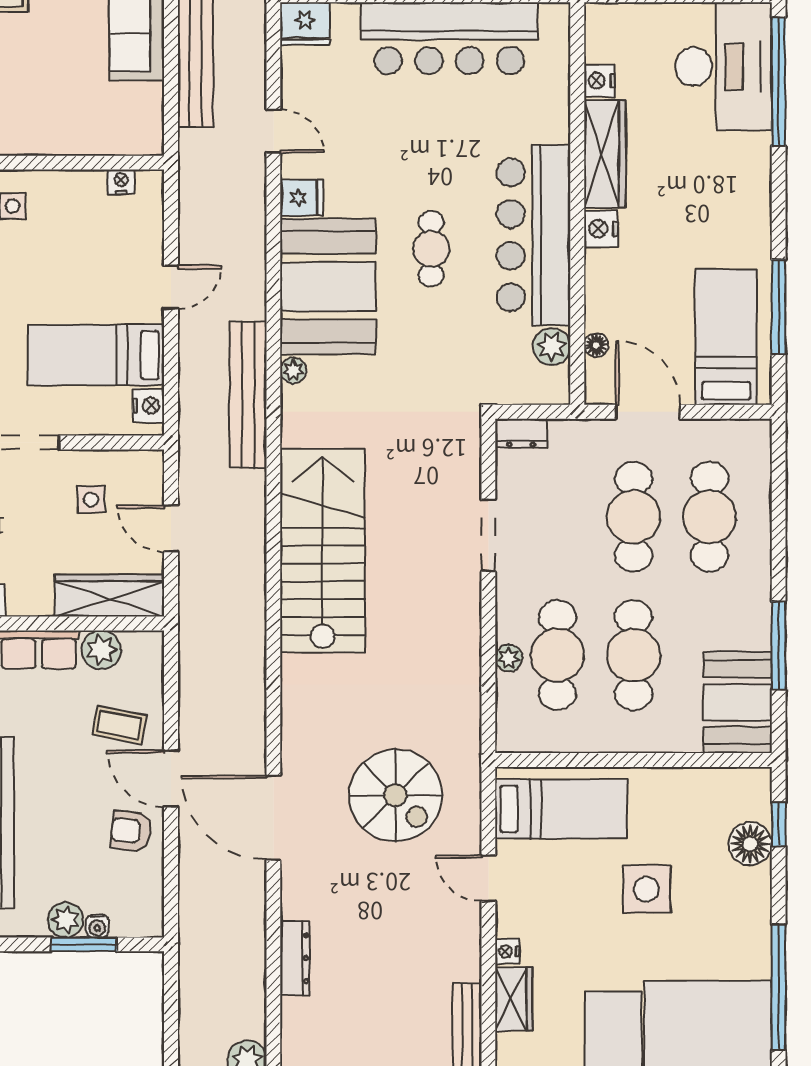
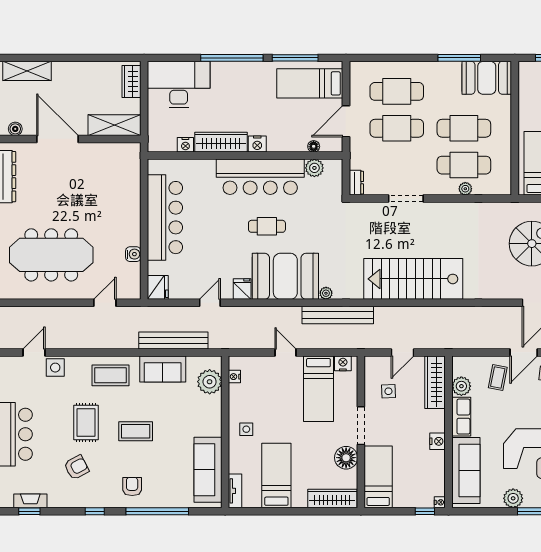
window: (779, 82) -> (232, 58), moved
plant: (111, 130) -> (210, 382), added

